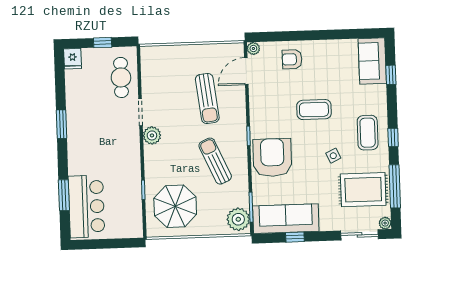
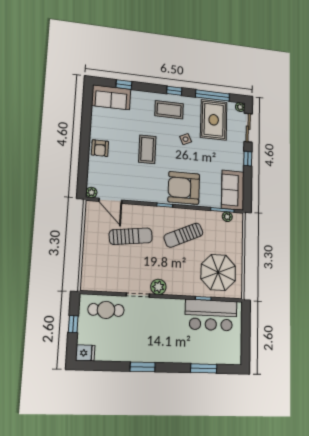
armchair: (292, 59) -> (100, 148), moved
bar counter: (86, 206) -> (211, 315), moved, turned 180
plant: (238, 219) -> (227, 217), width x0.53, depth x0.53
sofa: (286, 219) -> (233, 190), width x0.73
window: (295, 237) -> (248, 159), moved

